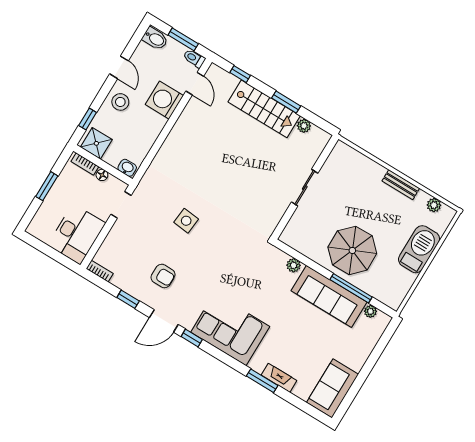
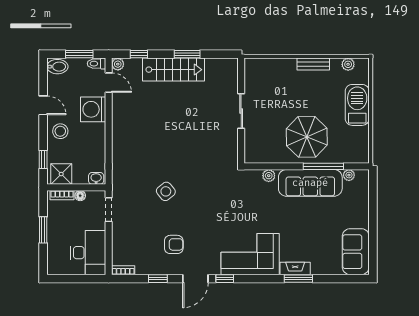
plant: (304, 126) -> (118, 64), moved
side table: (186, 221) -> (166, 191), turned 45
fireplace: (279, 378) -> (295, 268), moved

